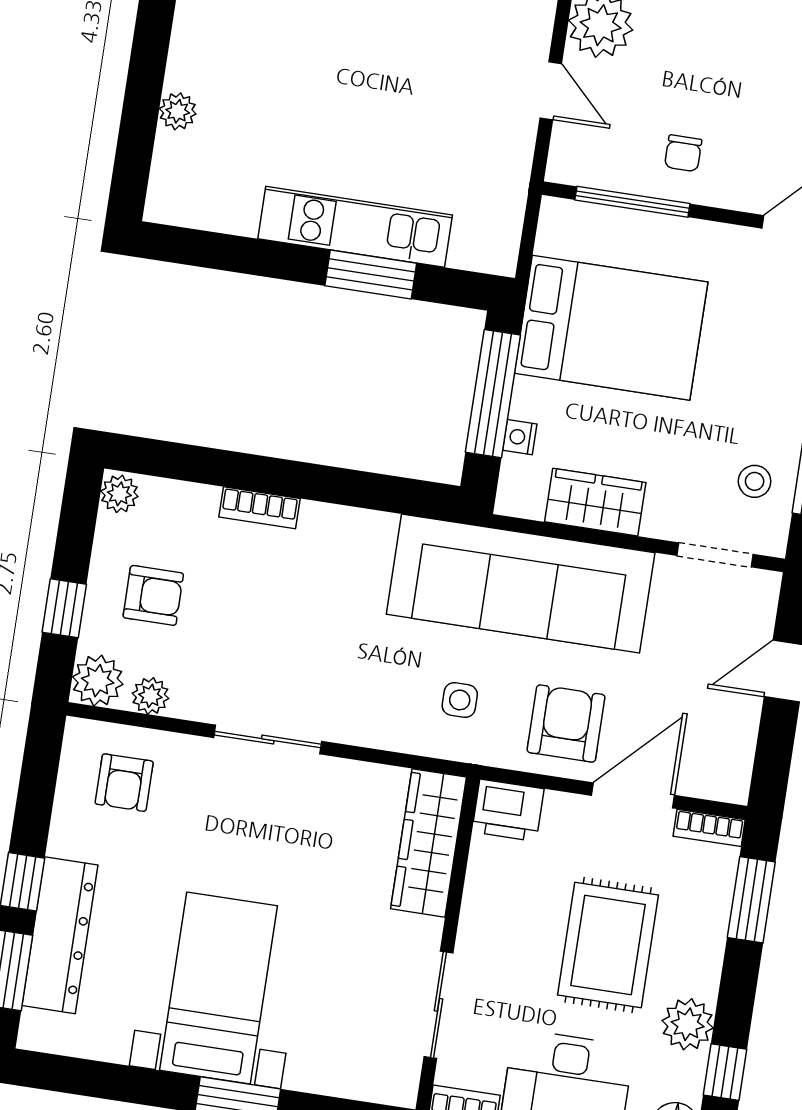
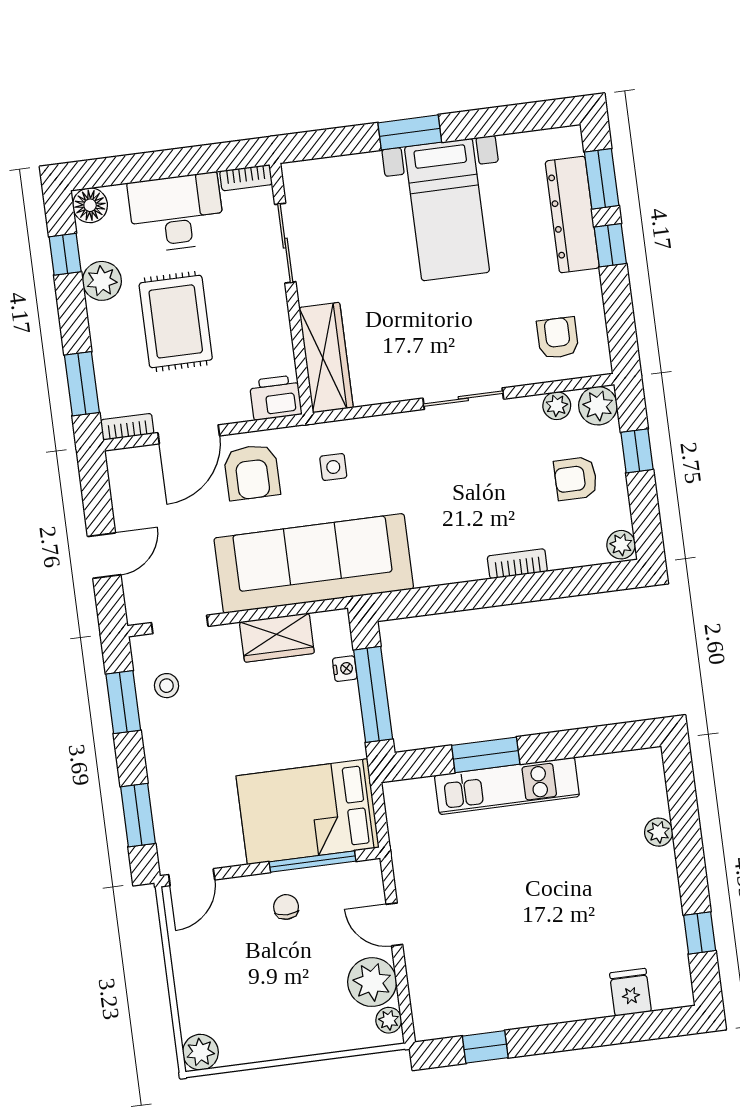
bed: (611, 328) -> (308, 812), moved

